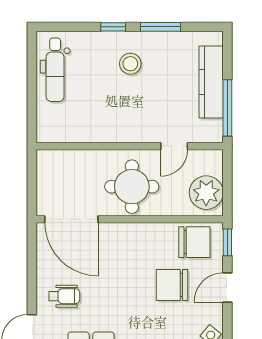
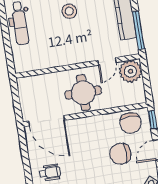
plant: (206, 193) -> (130, 71), moved
chair: (194, 242) -> (131, 123), turned 90

